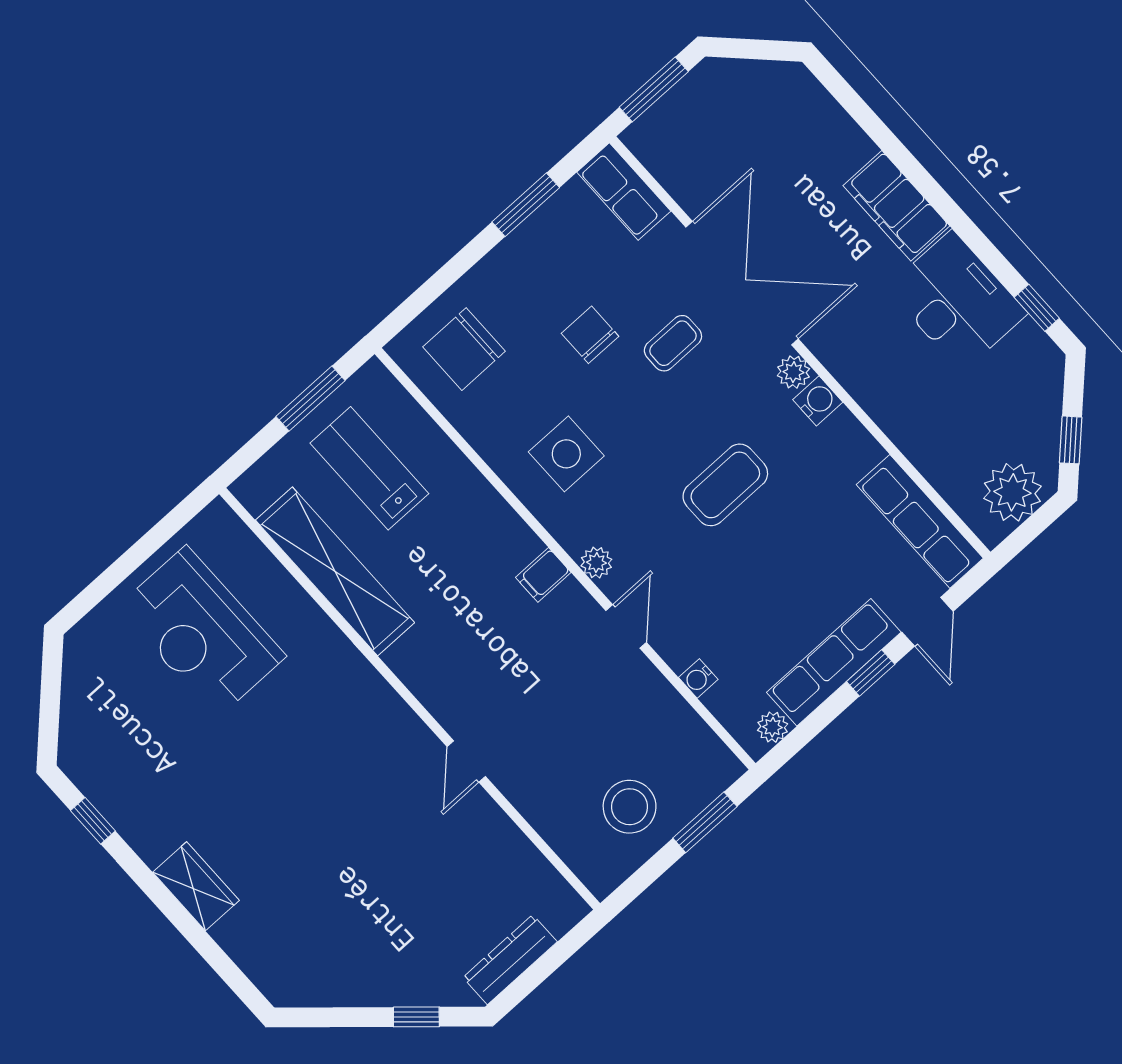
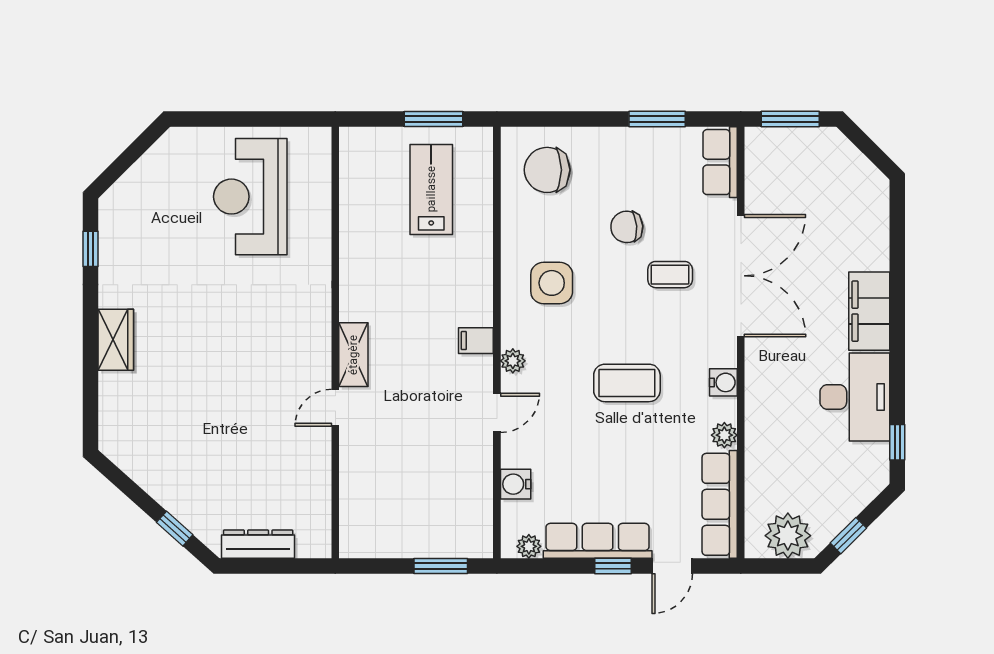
chair: (590, 335) -> (627, 227), turned -94
plant: (793, 372) -> (724, 435), moved
shelving: (335, 571) -> (353, 355), moved, width x0.45, depth x0.75
water cooler: (698, 678) -> (516, 484), width x1.38, depth x1.38
stool: (630, 807) -> (406, 518), removed

